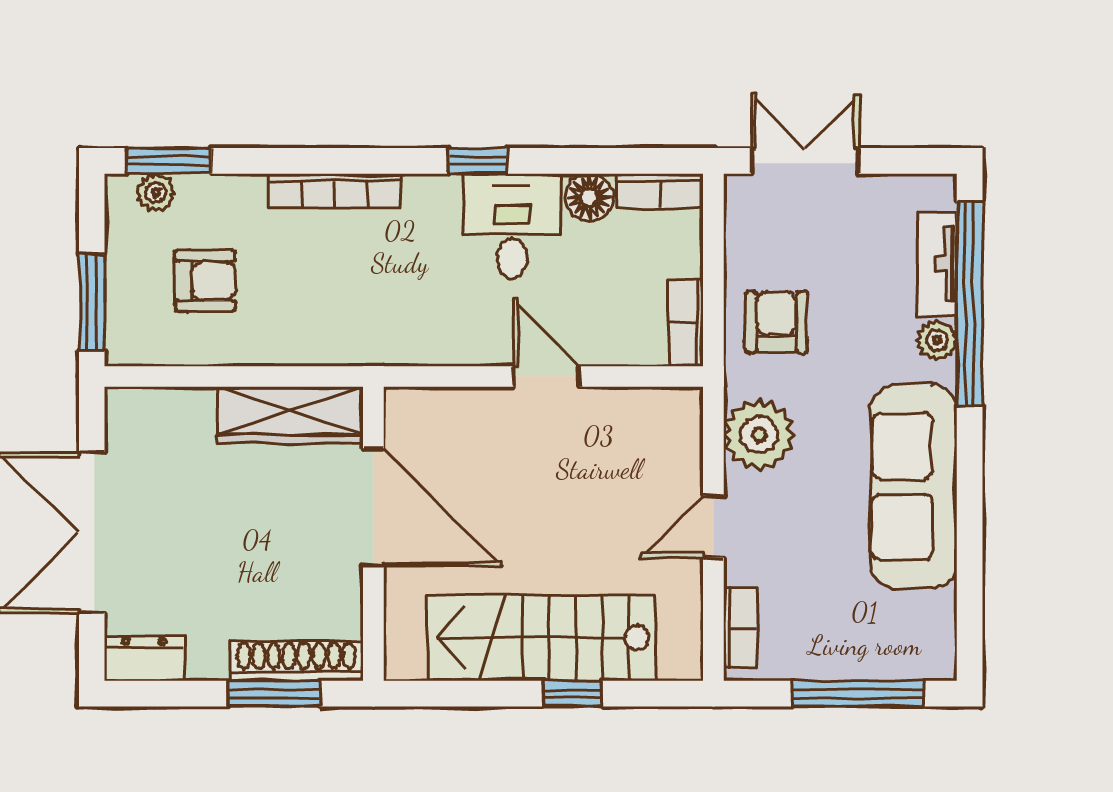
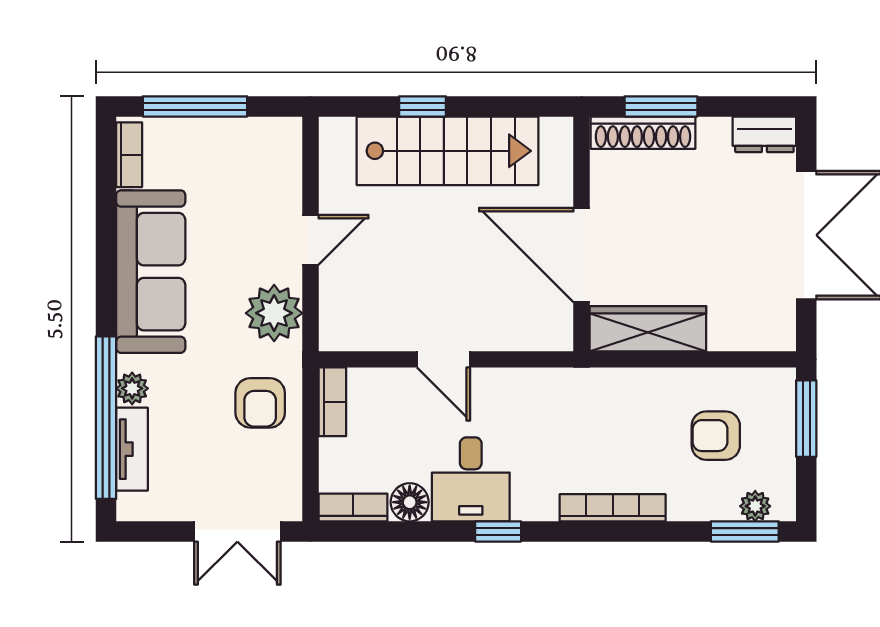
bookcase: (740, 628) -> (129, 155), moved, turned 180

